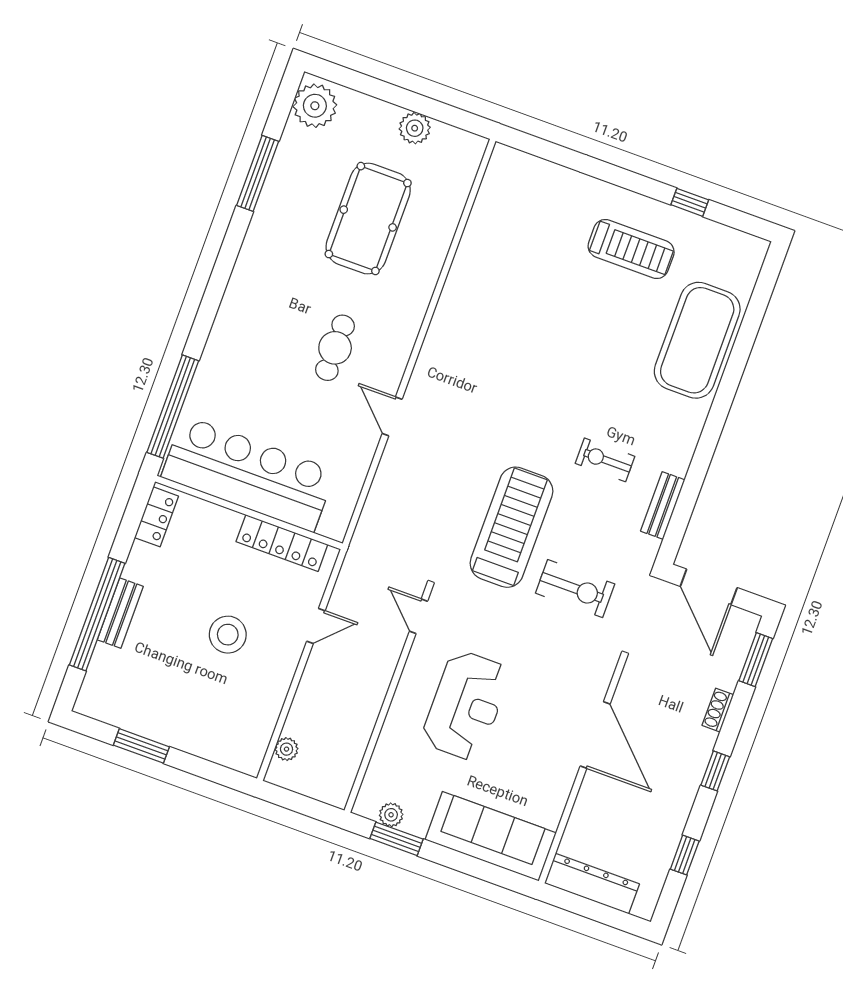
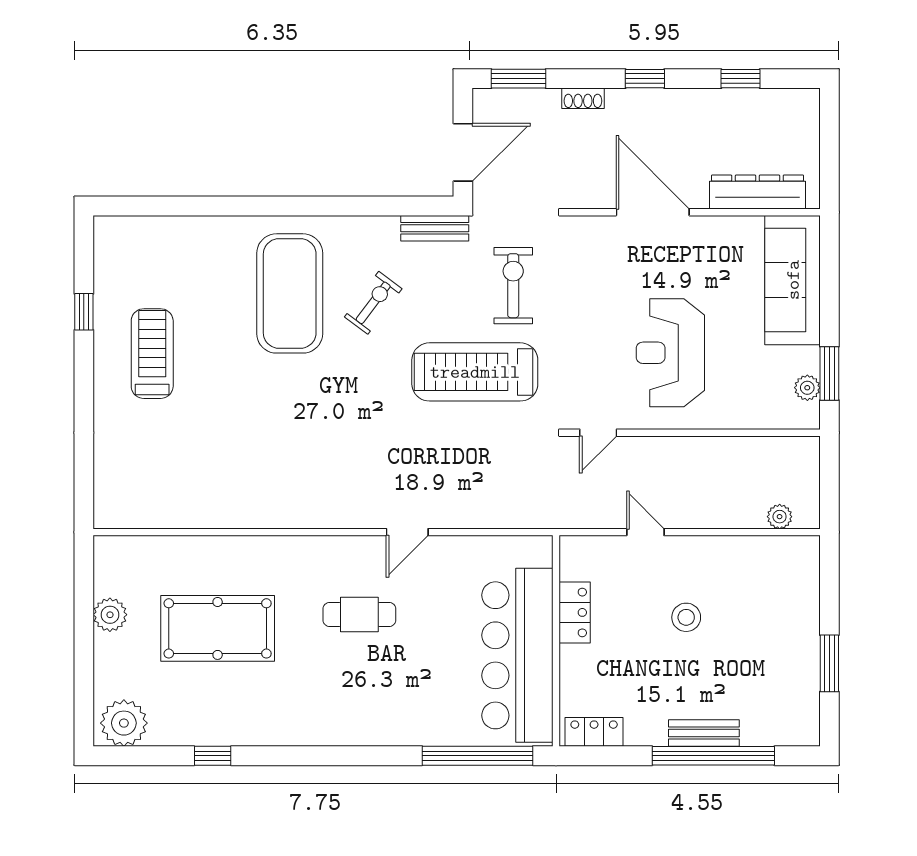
window: (258, 173) -> (213, 756), width x0.46
exercise mat: (697, 340) -> (290, 293), moved, turned 90
exercise bike: (605, 460) -> (373, 303), turned -143
bench: (663, 505) -> (435, 228), moved
locker: (282, 543) -> (575, 612), width x0.66
stool: (228, 635) -> (686, 617), width x0.73, depth x0.73
reception desk: (466, 705) -> (670, 353), turned -90
door: (595, 735) -> (653, 212), hinge flipped
dresser: (592, 884) -> (757, 192), moved, turned 90

